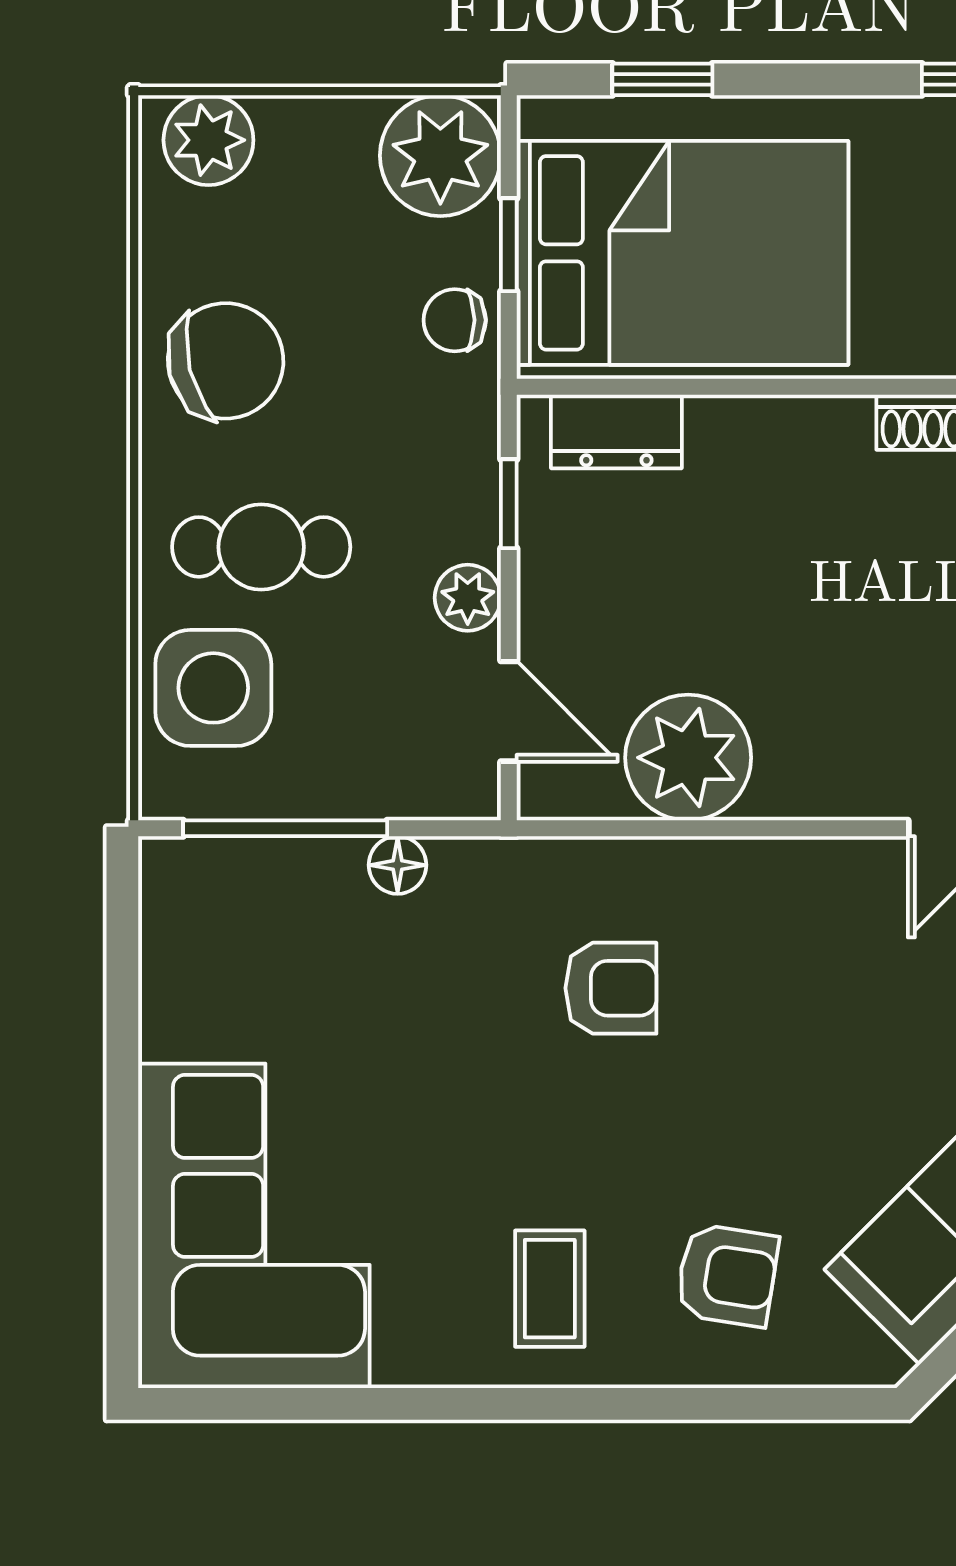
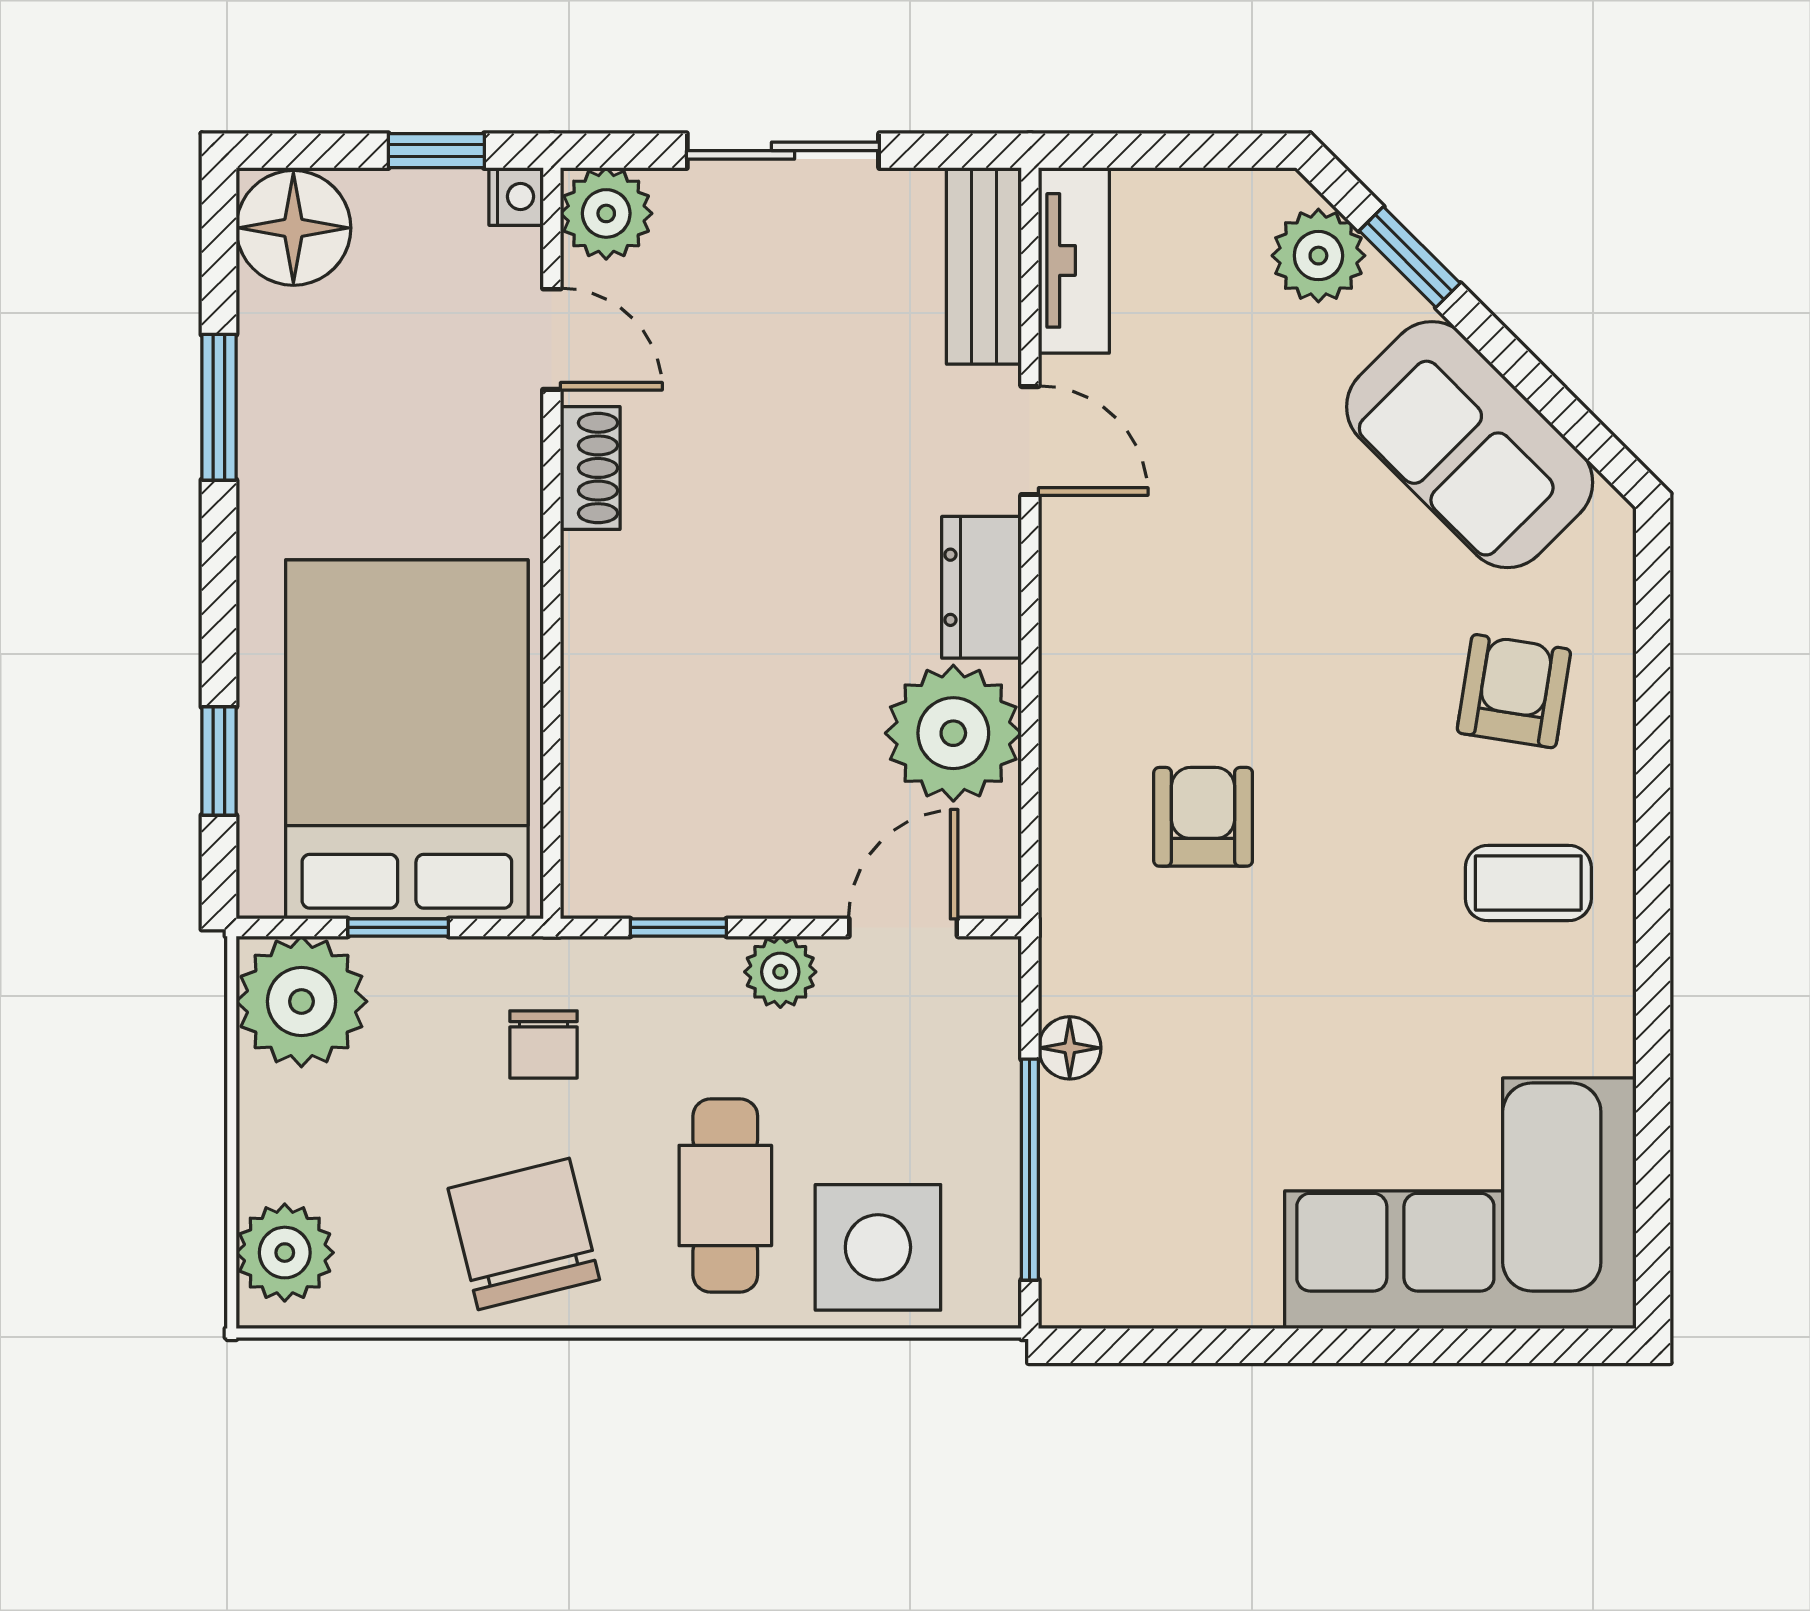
chair: (455, 320) -> (544, 1044), moved
dresser: (616, 432) -> (982, 587), moved, turned 180

